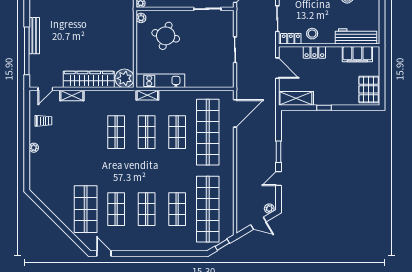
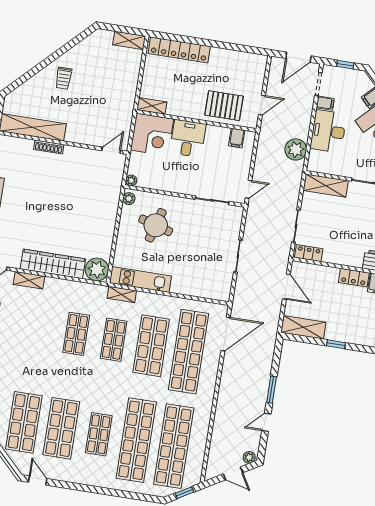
stool: (312, 34) -> (336, 251), removed
locker: (314, 52) -> (354, 278), moved
shop shelf: (177, 132) -> (151, 346), width x1.43, depth x1.36
shop shelf: (116, 209) -> (61, 428), width x1.43, depth x1.36
shop shelf: (177, 209) -> (136, 440), width x2.00, depth x1.36

